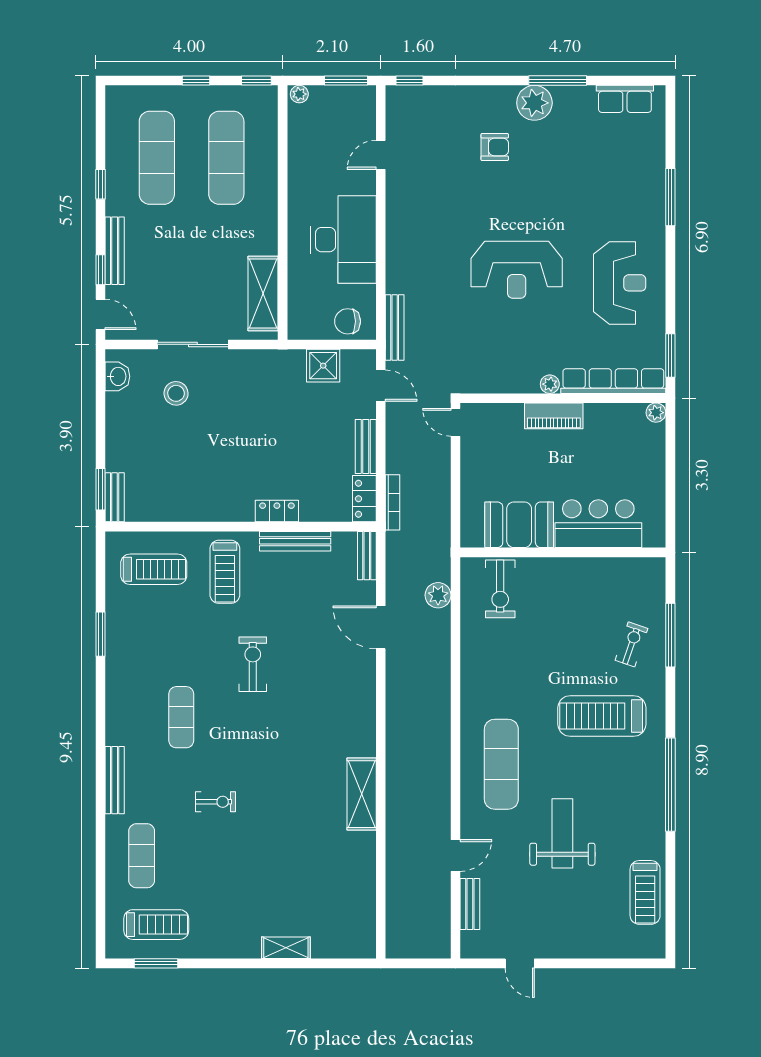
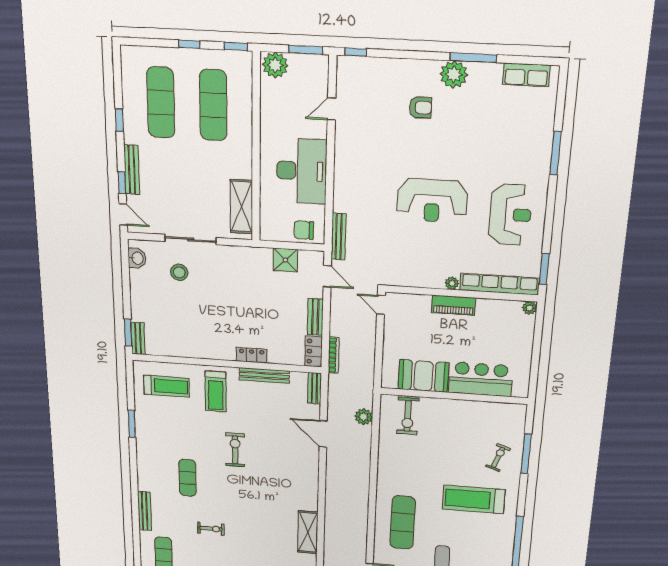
plant: (299, 94) -> (275, 65), width x1.88, depth x1.88

